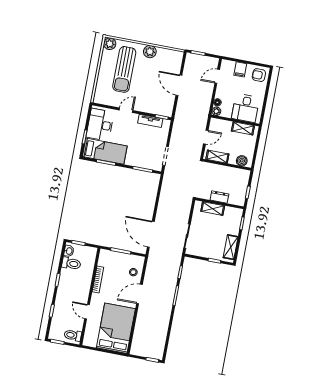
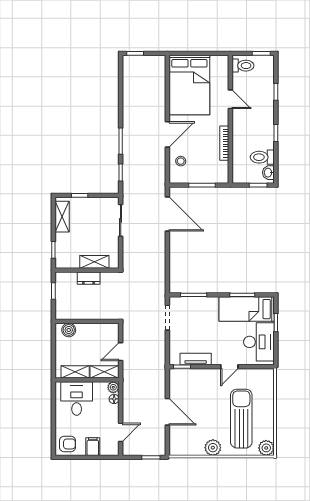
shelving: (217, 157) -> (104, 372), moved

